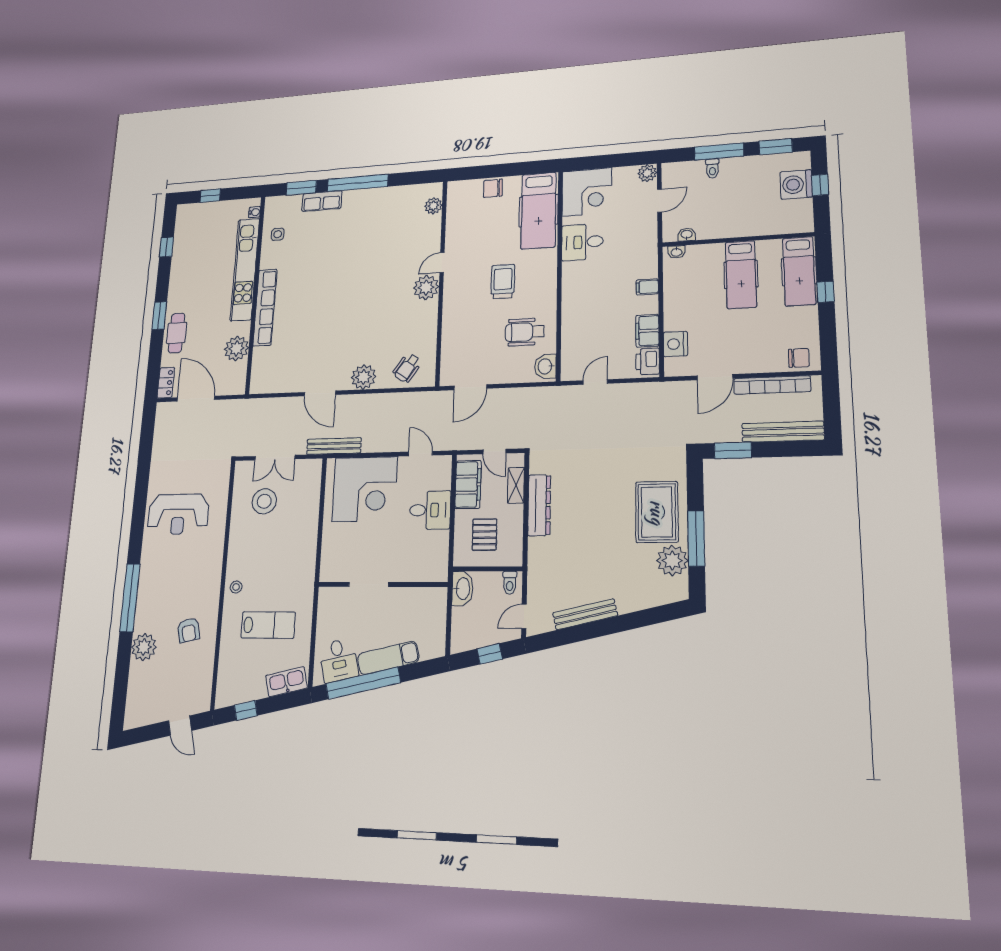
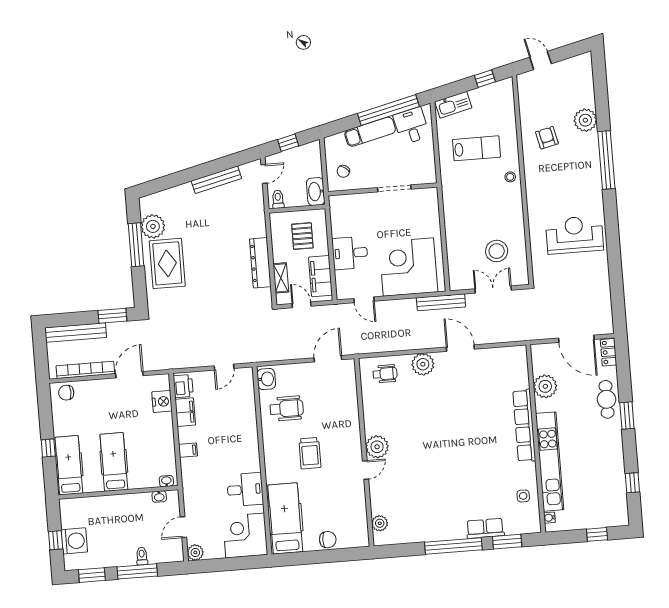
wheelchair: (407, 368) -> (385, 374), turned 55
chair: (426, 611) -> (343, 171), added
lab bench: (268, 625) -> (476, 148), turned 180

